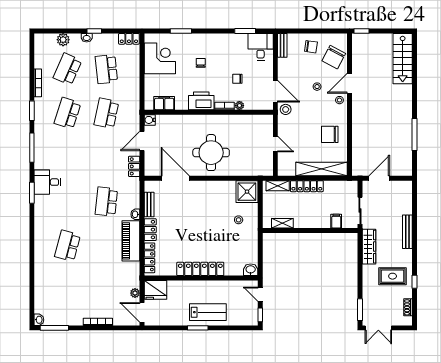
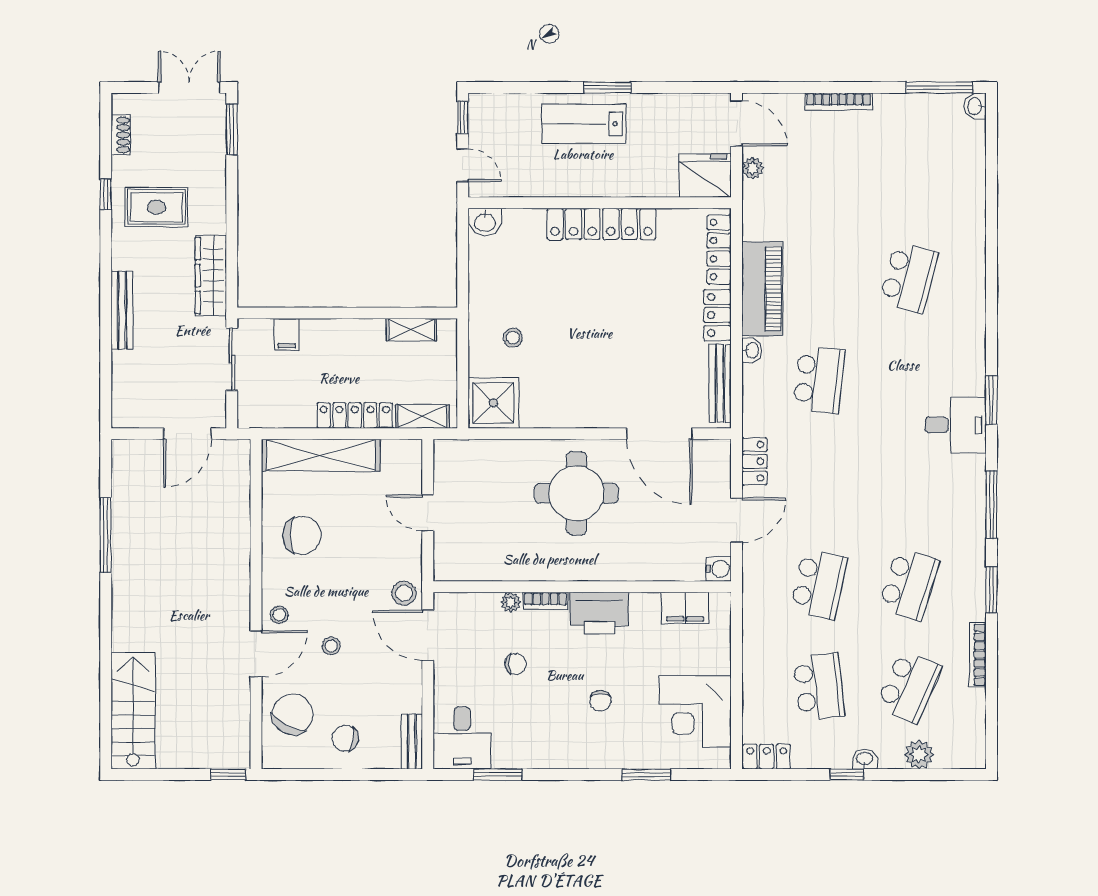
bench: (149, 205) -> (720, 383), width x1.36

